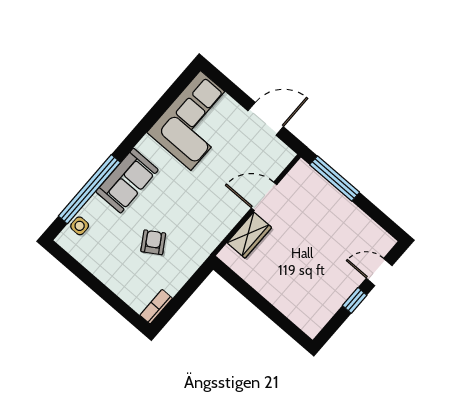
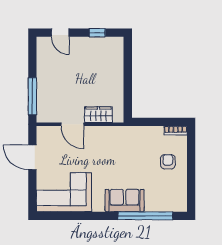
side table: (80, 226) -> (168, 205), removed
armchair: (153, 242) -> (168, 162), moved, turned 122
window: (355, 300) -> (97, 33), moved

